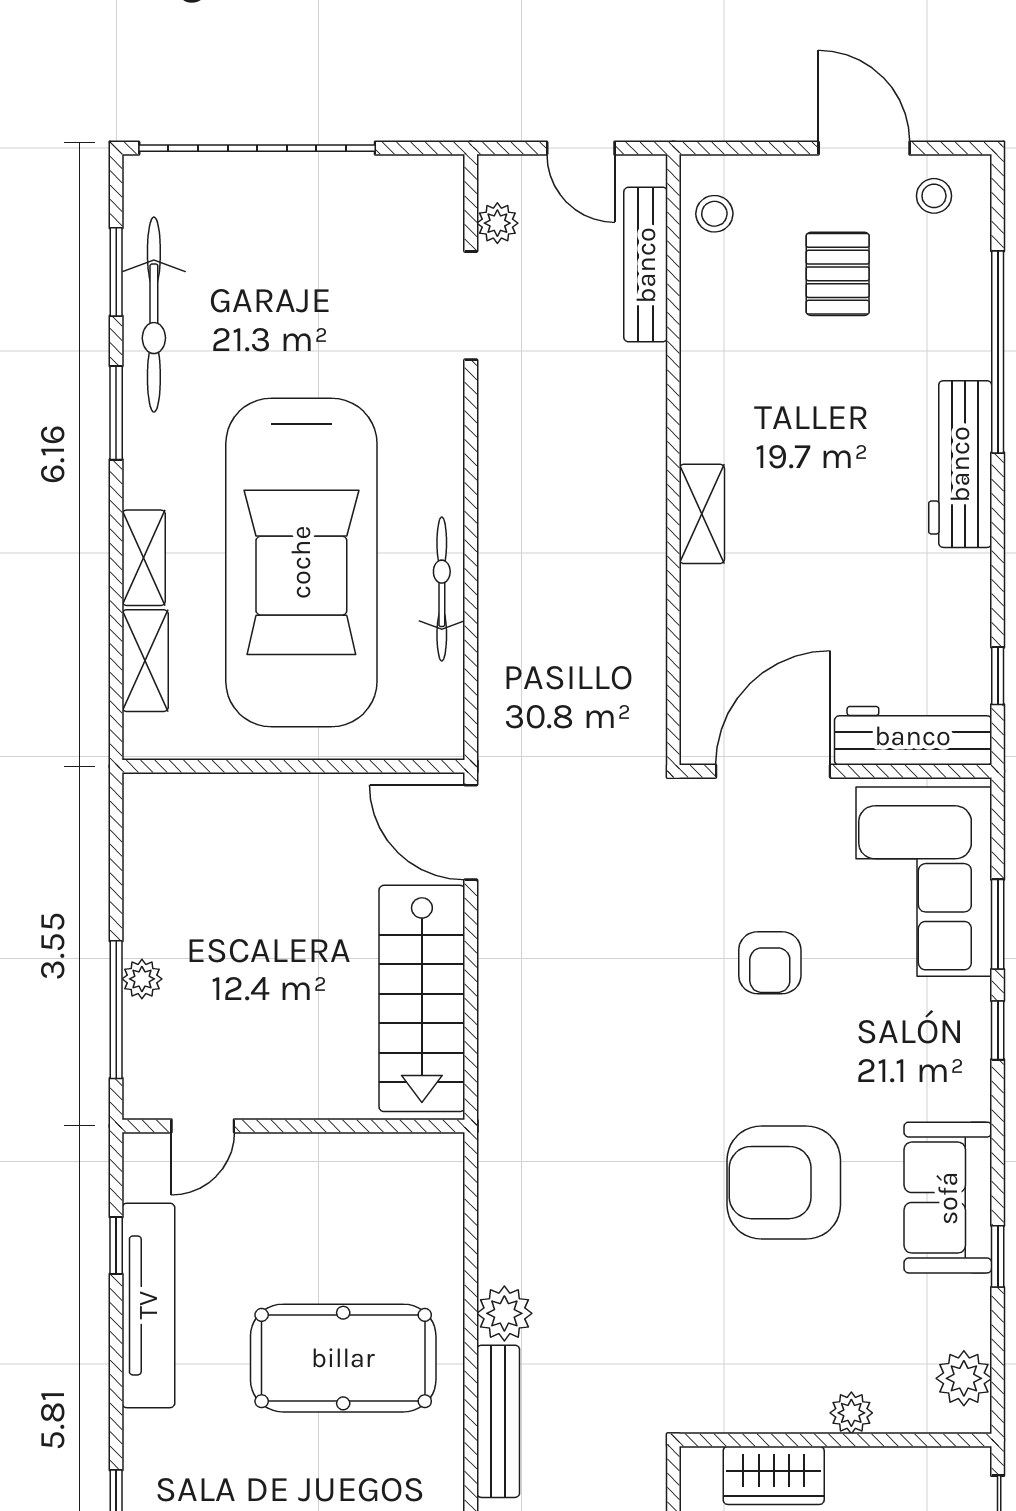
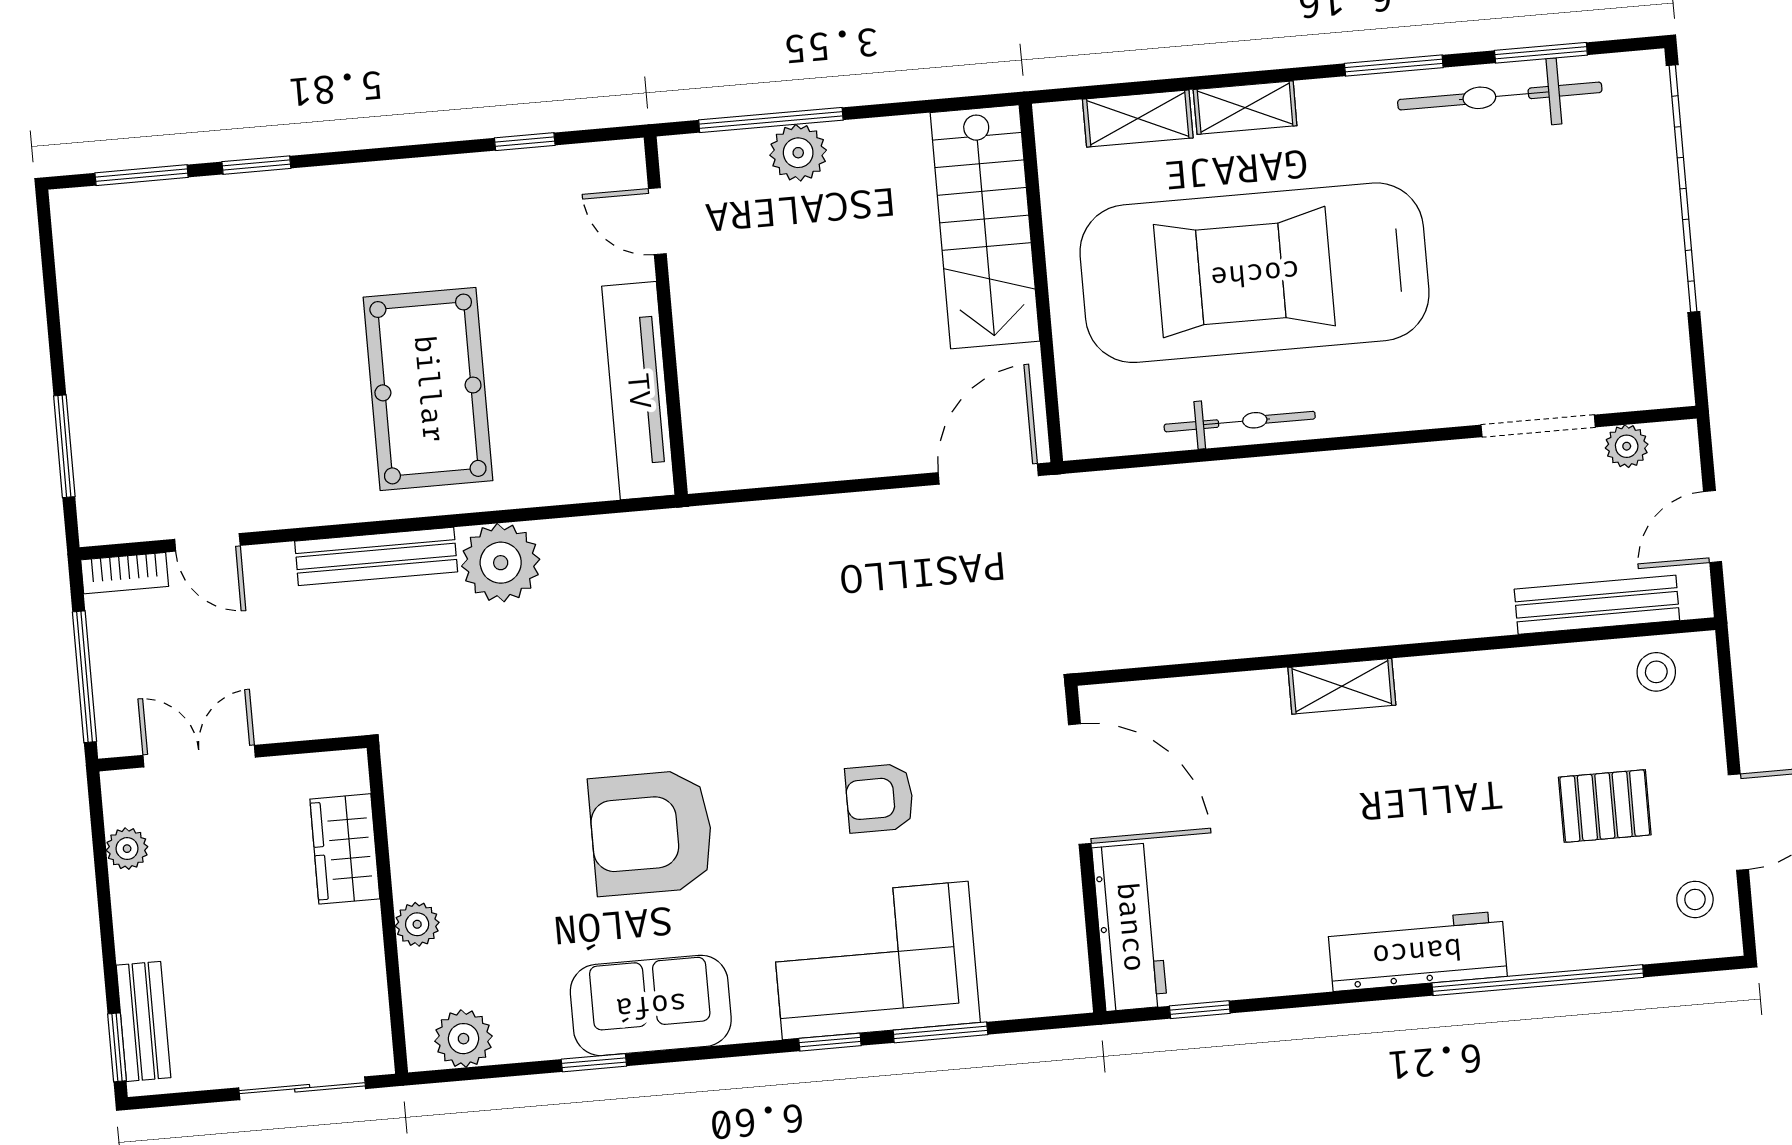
corner sofa: (924, 882) -> (875, 961), moved
plant: (142, 979) -> (798, 153), width x1.38, depth x1.38
stairs: (422, 998) -> (985, 227), moved, turned -90
armchair: (784, 1183) -> (651, 833), turned -90
tv unit: (148, 1305) -> (638, 391), moved, turned 90
plant: (504, 1313) -> (501, 563), width x1.36, depth x1.36

